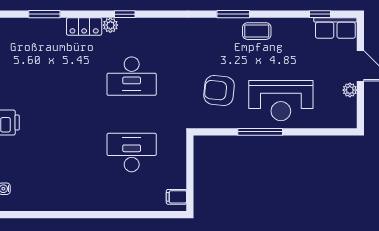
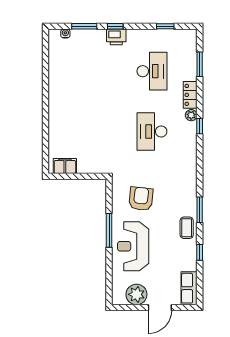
window: (320, 14) -> (200, 252), moved
plant: (350, 90) -> (136, 294), width x1.87, depth x1.87
desk: (132, 153) -> (152, 71), moved
filing cabinet: (176, 197) -> (65, 166), width x2.00

